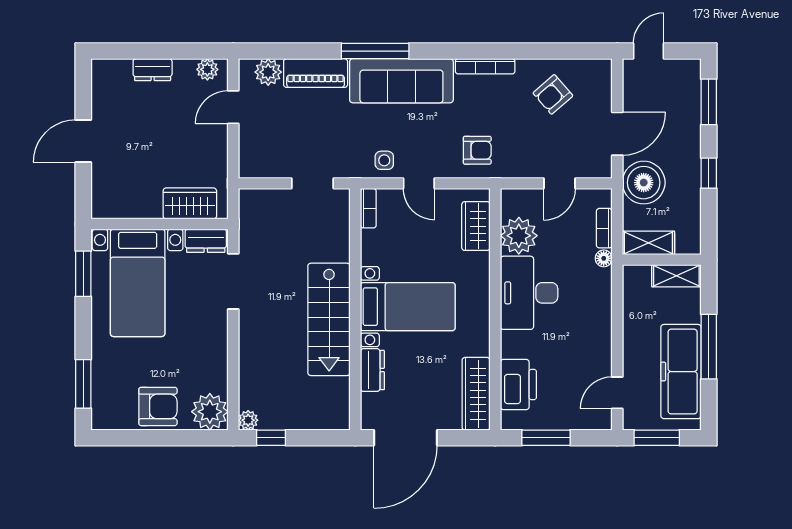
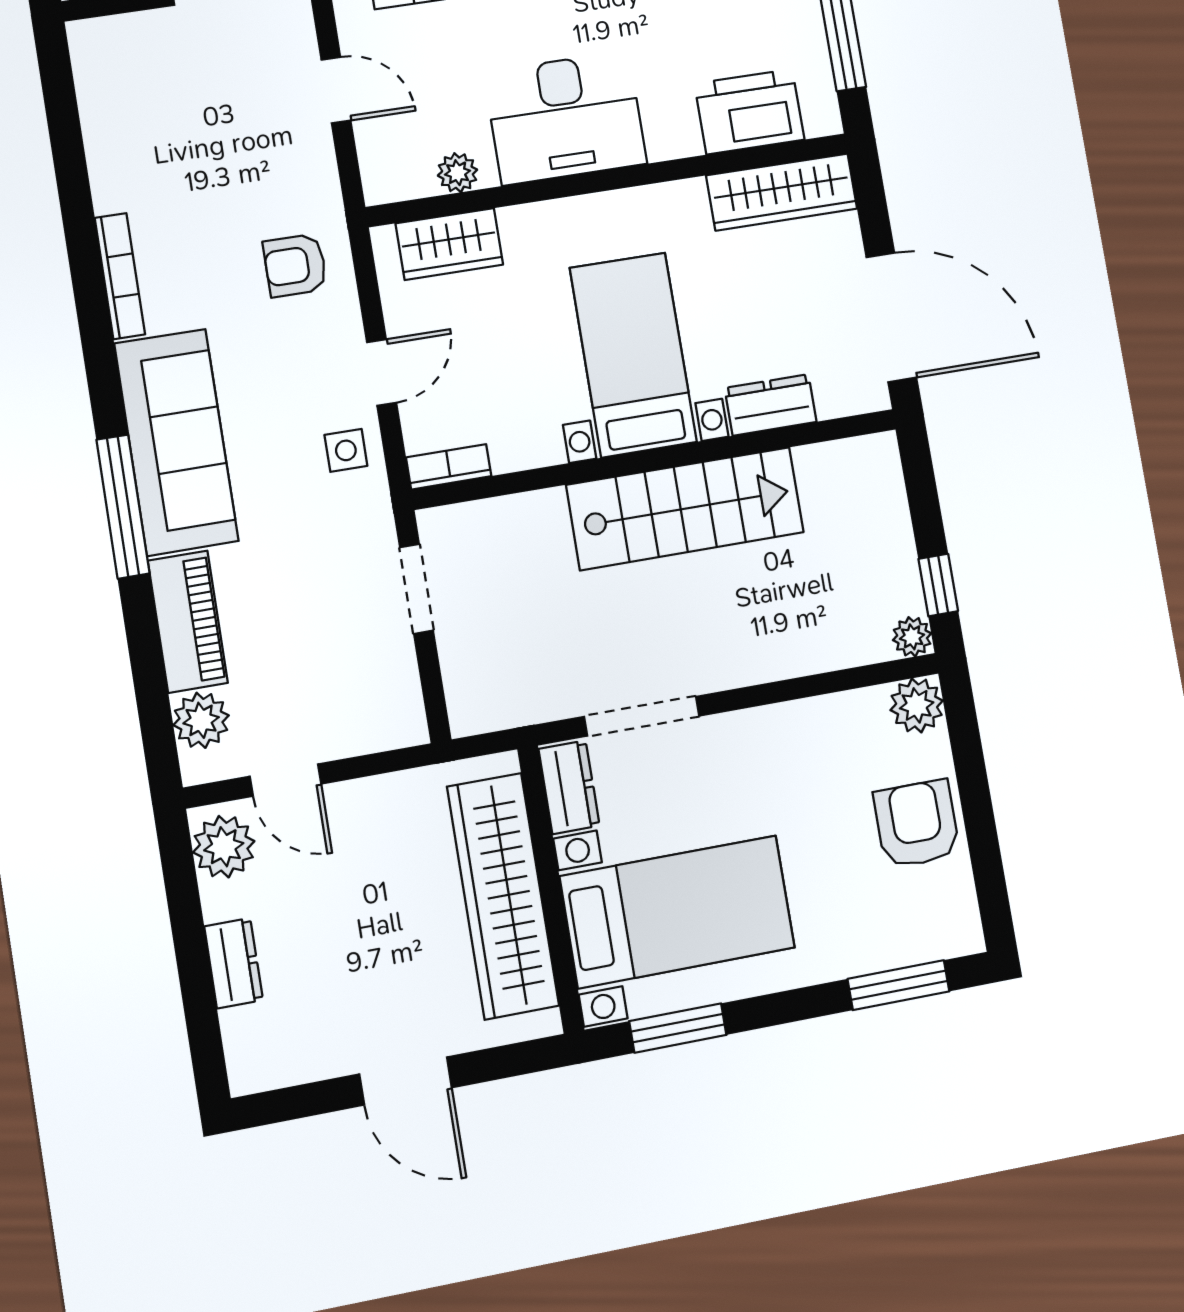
plant: (207, 69) -> (224, 847), width x1.38, depth x1.38
armchair: (553, 94) -> (156, 130), removed
armchair: (477, 150) -> (295, 265), turned -90
wardrobe: (190, 203) -> (503, 896), width x2.10, depth x1.17
plant: (519, 236) -> (458, 173), width x0.53, depth x0.53
plant: (210, 412) -> (917, 705), width x0.73, depth x0.73

